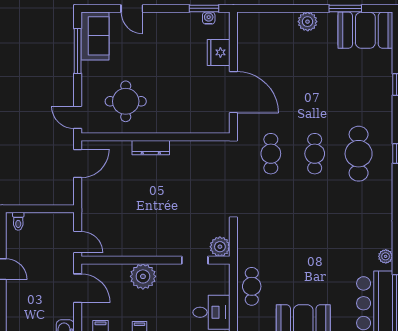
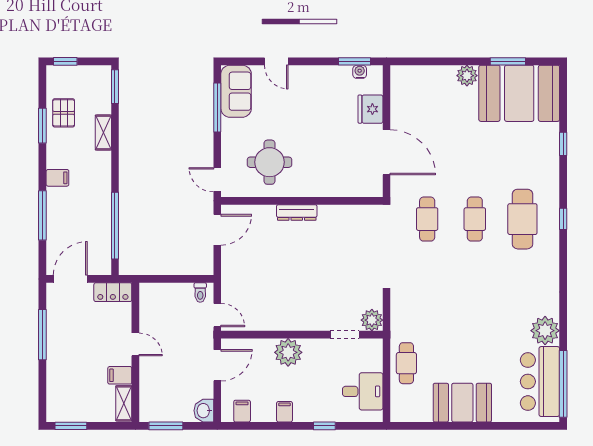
booth: (365, 30) -> (519, 93), width x1.36, depth x1.42
toilet: (18, 221) -> (200, 293), moved
plant: (386, 256) -> (545, 331), width x1.88, depth x1.88
door: (78, 288) -> (217, 365), hinge flipped

